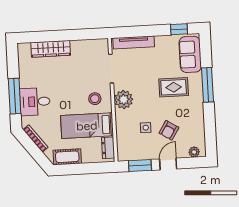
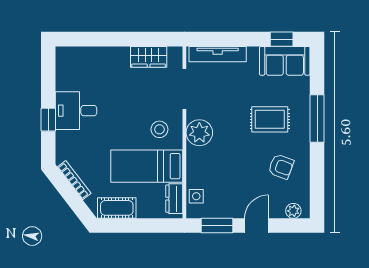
wardrobe: (51, 49) -> (149, 57), moved, width x0.67
sofa: (190, 54) -> (285, 61), moved, turned -90
window: (15, 96) -> (48, 120), width x0.46
desk: (35, 102) -> (76, 111), moved
side table: (146, 128) -> (196, 196), moved
armchair: (169, 130) -> (281, 167), moved, turned -102

